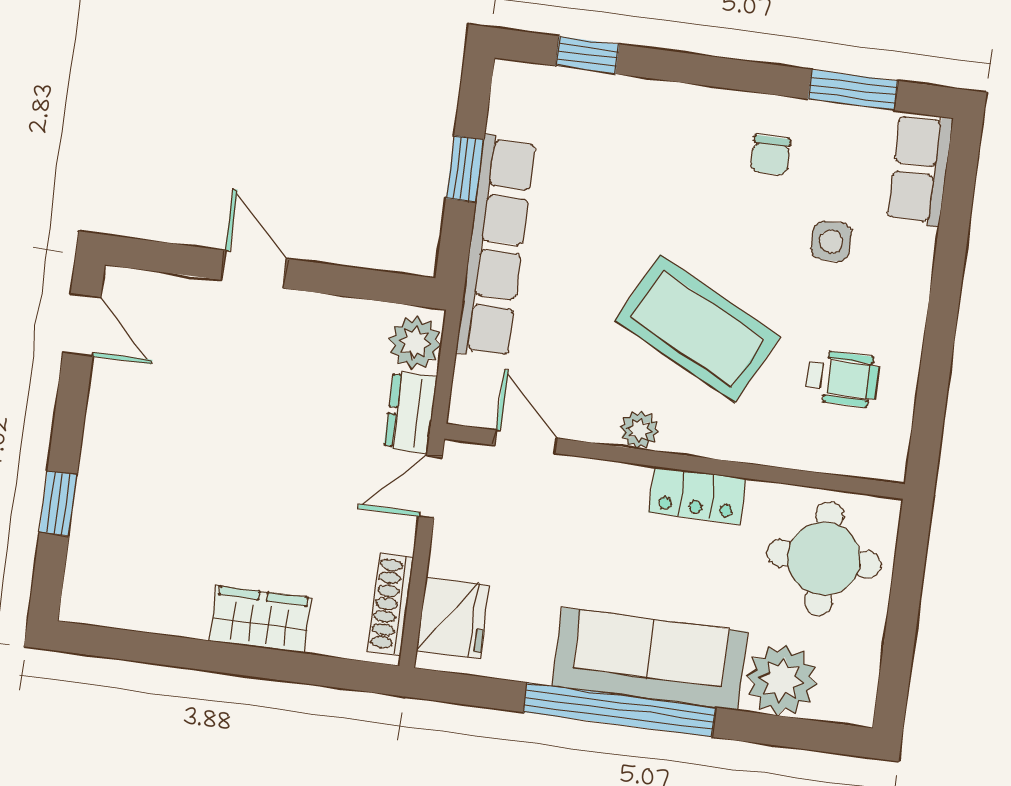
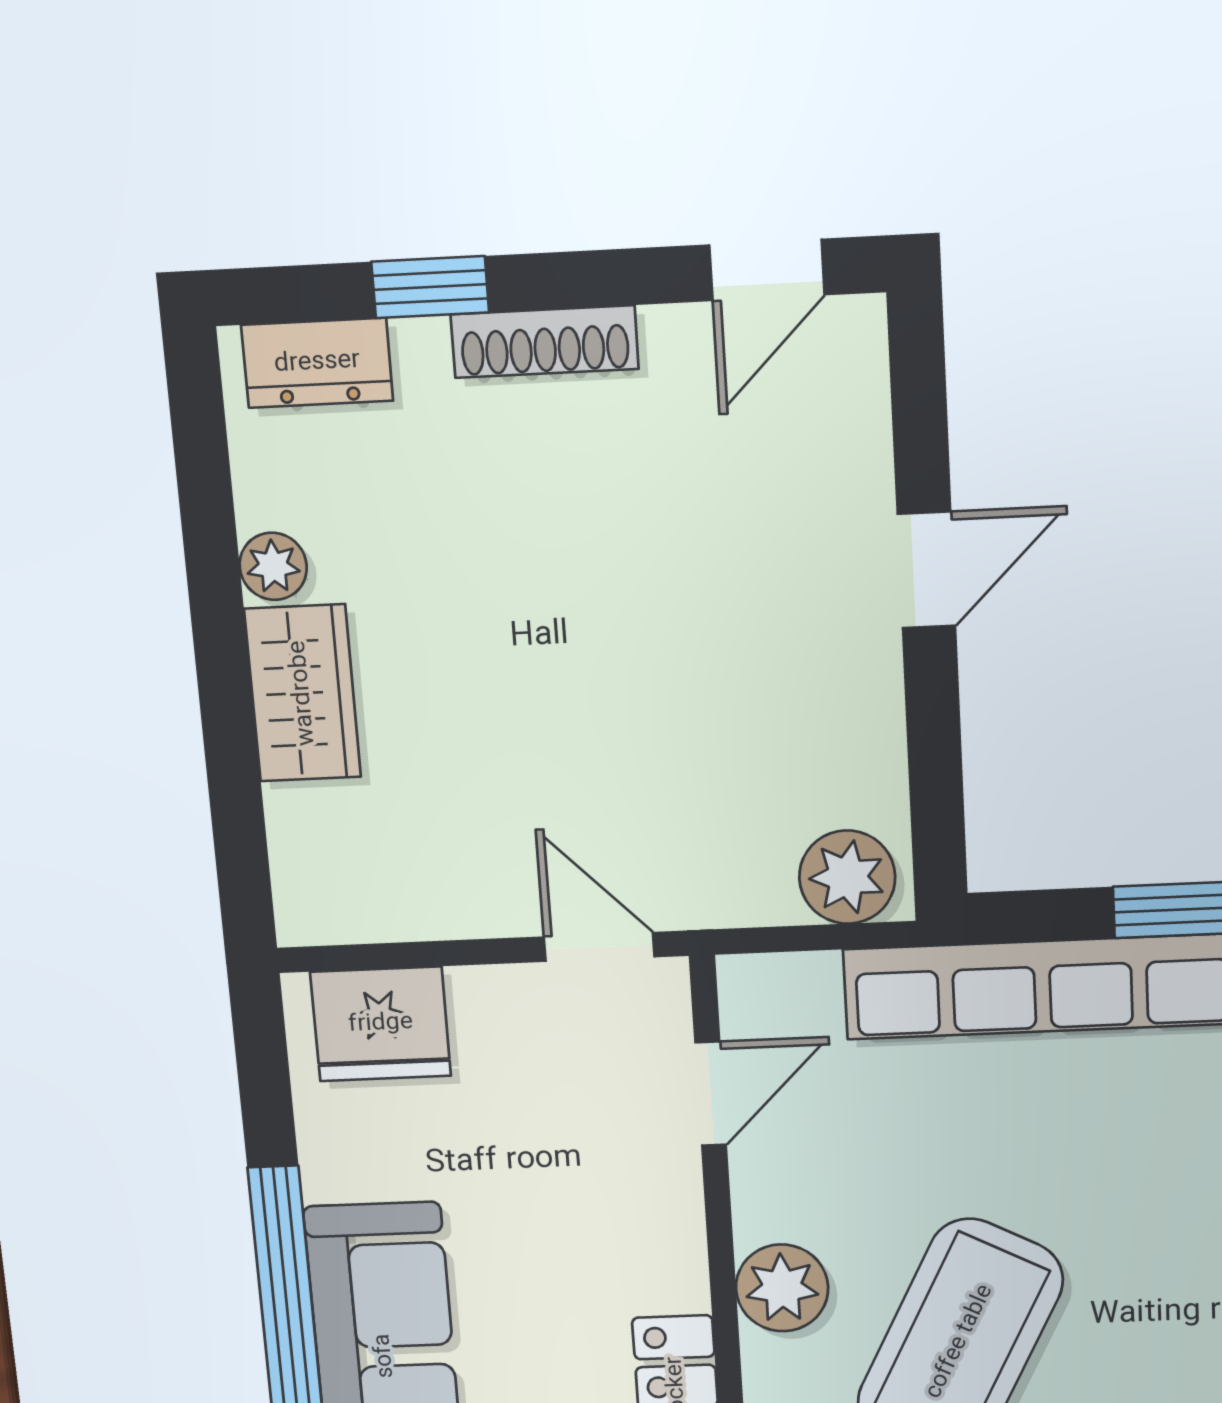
dresser: (411, 412) -> (317, 363), moved, turned 180
plant: (639, 430) -> (782, 1288), width x1.38, depth x1.38
shoe rack: (391, 604) -> (545, 342), moved, turned 180
plant: (189, 620) -> (273, 566), added

